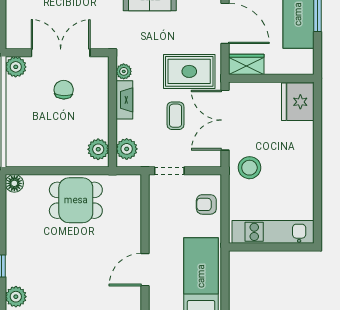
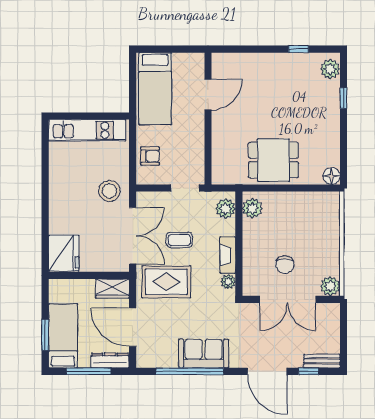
coffee table: (176, 116) -> (179, 240), turned 90

